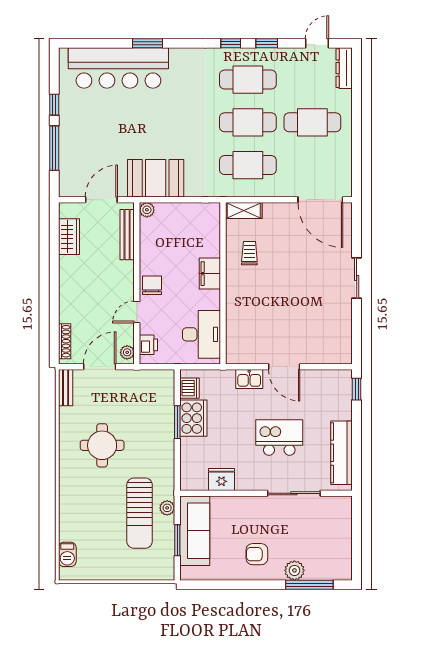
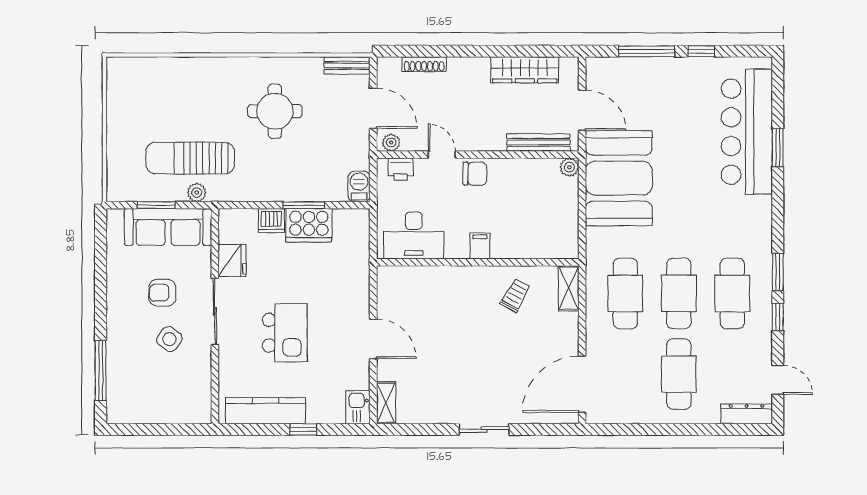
window: (147, 43) -> (778, 148), moved
window: (231, 43) -> (778, 272), width x1.50
booth: (156, 178) -> (619, 178), width x1.36, depth x1.42
wardrobe: (69, 237) -> (525, 70), width x1.50
trolley: (249, 253) -> (515, 295), turned -61
filing cabinet: (210, 274) -> (480, 246), width x0.50
shoe rack: (65, 341) -> (424, 64), moved
shelving: (335, 356) -> (386, 403), added
door: (284, 367) -> (373, 339), swing flipped
kitchen sink: (249, 379) -> (358, 407), moved
dishwasher: (190, 388) -> (271, 221), moved
window: (357, 389) -> (303, 429), moved
sliding door: (294, 493) -> (215, 311), moved
side table: (284, 530) -> (169, 339), added
barbecue: (67, 554) -> (359, 186), moved, turned 90
armchair: (257, 554) -> (162, 293), moved, turned -90
plant: (294, 570) -> (118, 352), removed

